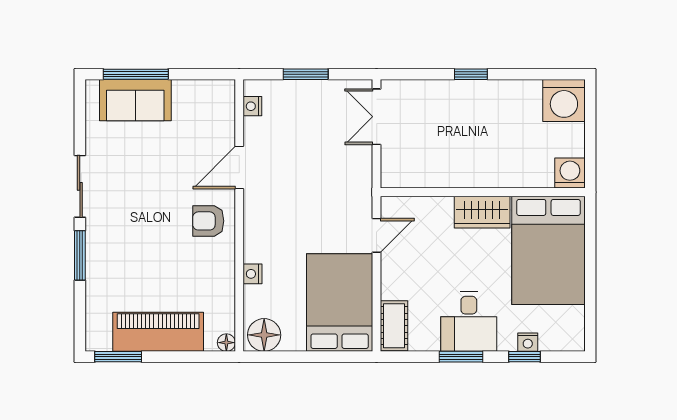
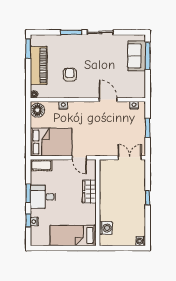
washing machine: (564, 101) -> (141, 241), width x0.53, depth x0.53
washing machine: (570, 173) -> (106, 228), moved
wardrobe: (482, 212) -> (89, 192), moved
armchair: (208, 221) -> (70, 75), moved
bed: (548, 250) -> (73, 236), width x0.67

